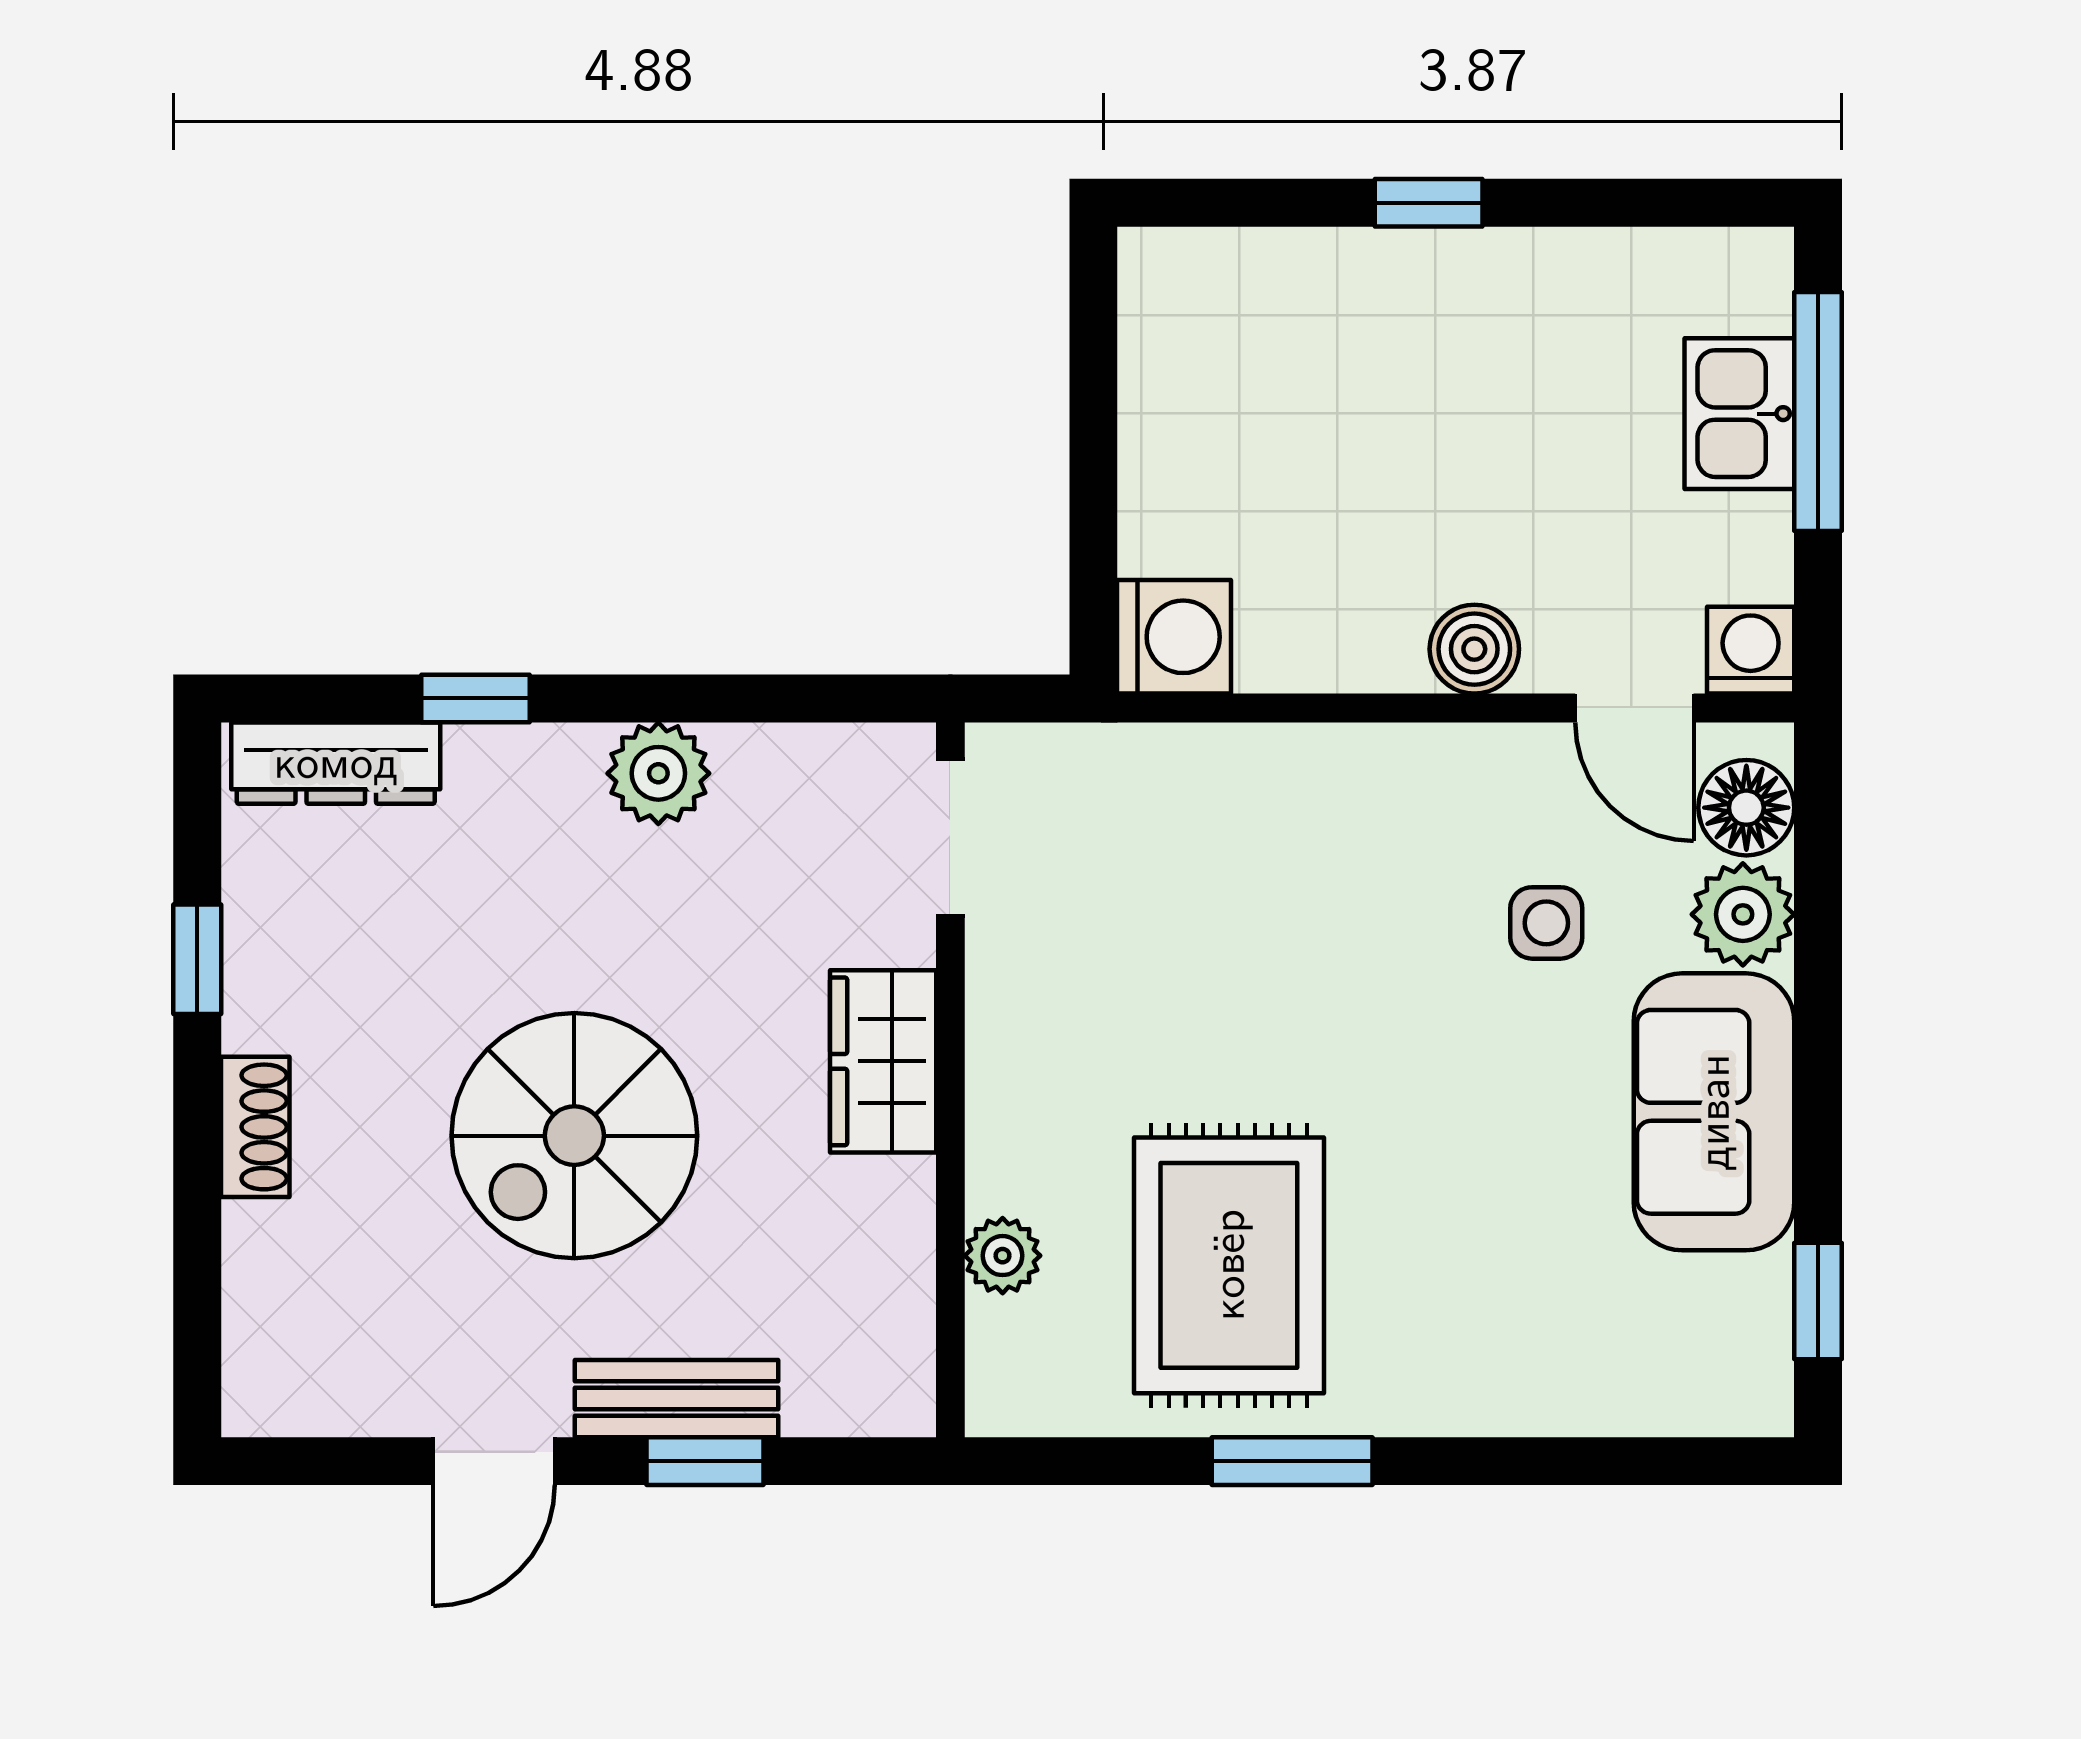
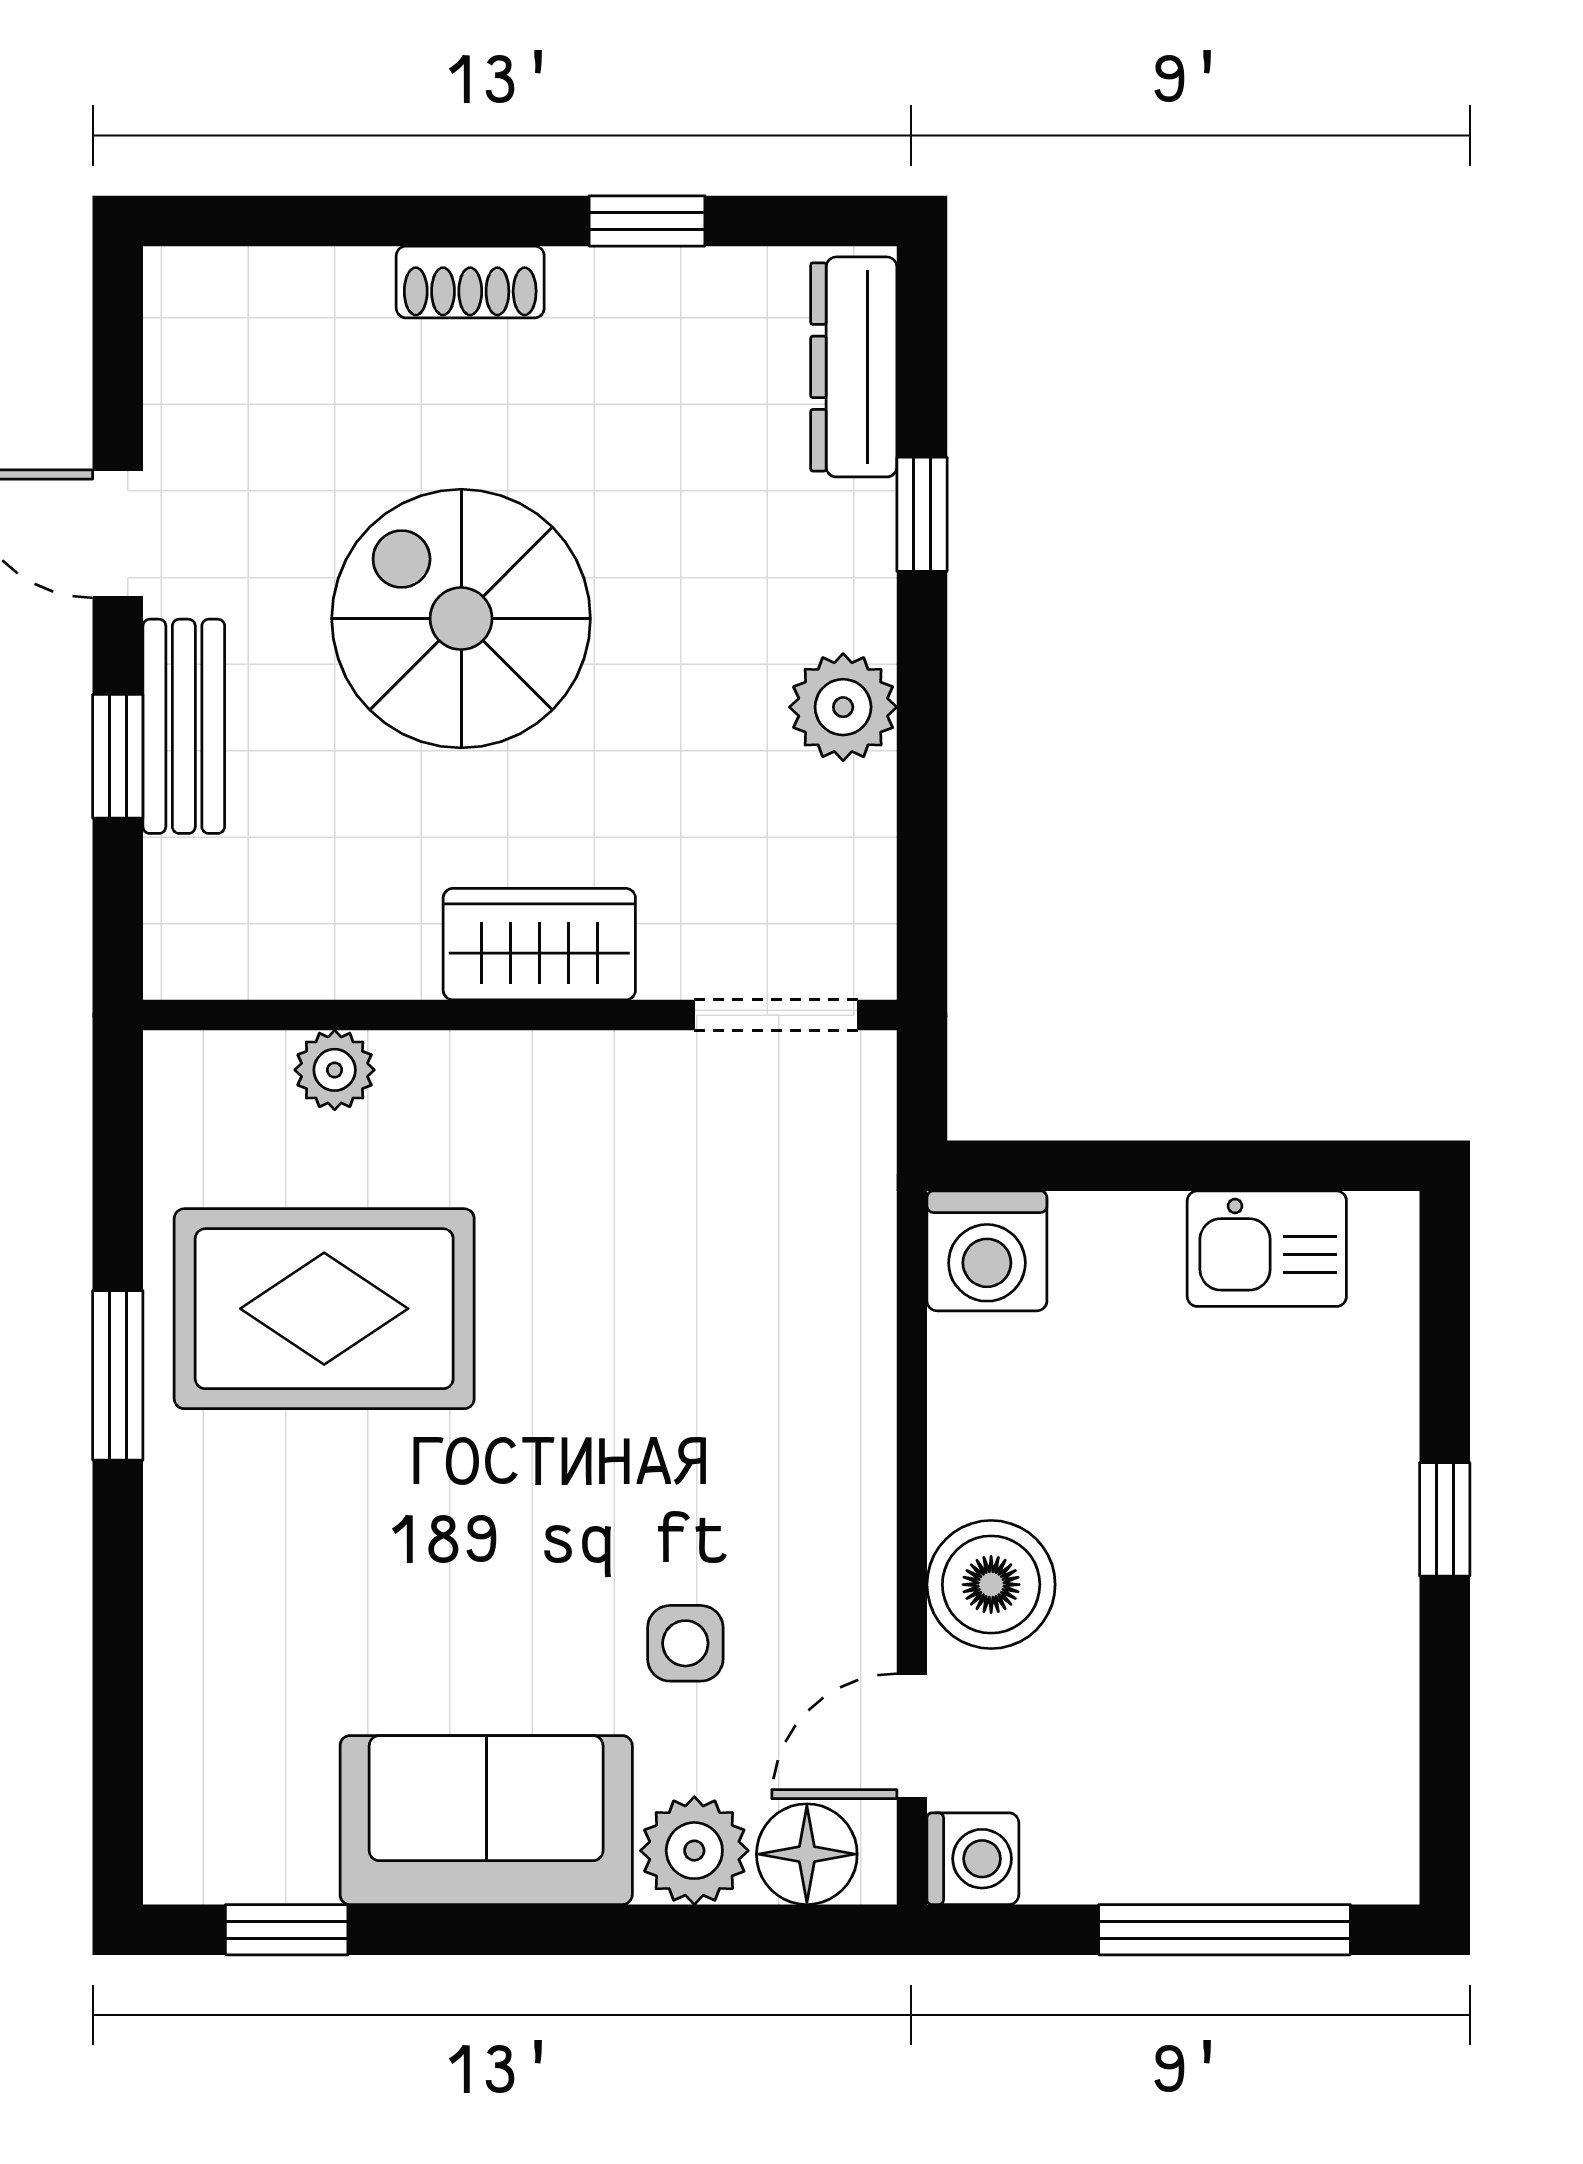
kitchen sink: (1739, 414) -> (1267, 1249), moved, turned 180
boiler: (1474, 649) -> (991, 1585), width x1.36, depth x1.36

